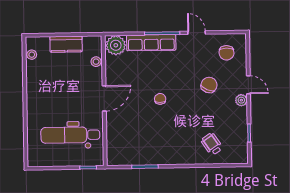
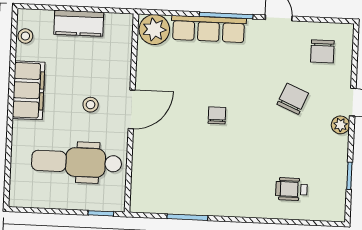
stool: (96, 62) -> (91, 105), moved
filing cabinet: (36, 90) -> (29, 90), added
wheelchair: (212, 144) -> (291, 189), turned -56

